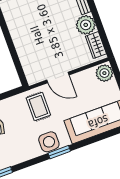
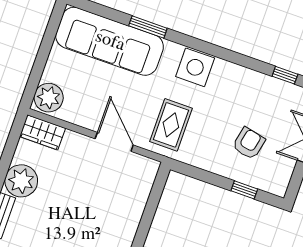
wardrobe: (96, 45) -> (43, 132), moved, turned 90
window: (59, 152) -> (148, 27), moved

